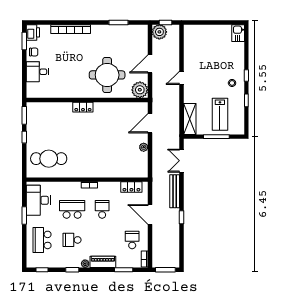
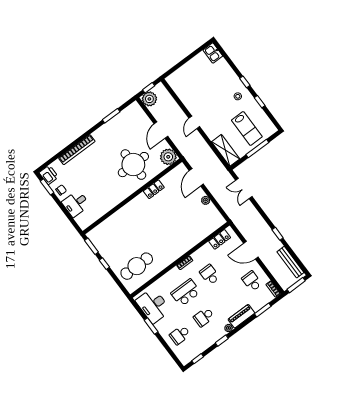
locker: (83, 107) -> (154, 189), moved
bench: (175, 191) -> (290, 262), moved
school desk: (42, 240) -> (180, 335), width x0.54

